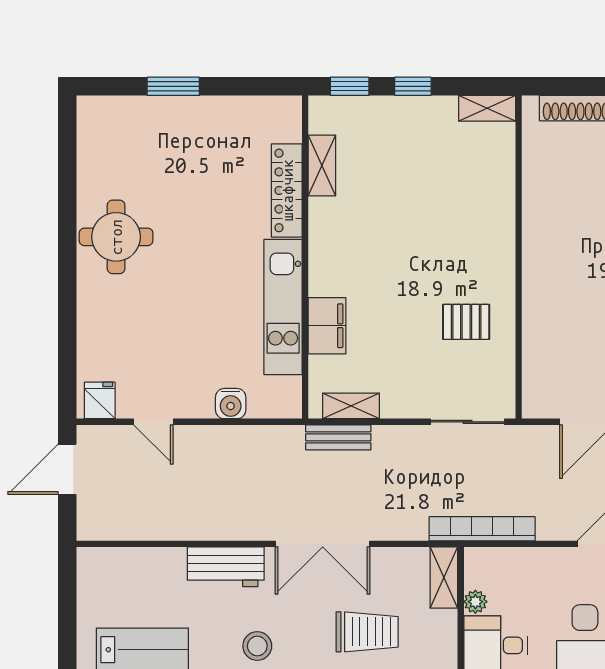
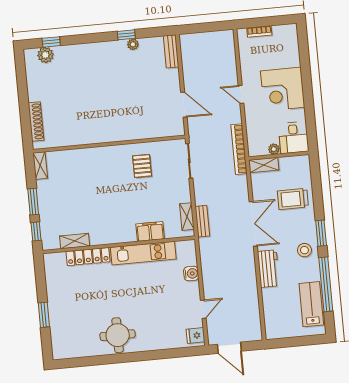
window: (413, 86) -> (33, 202), width x1.50
trolley: (367, 632) -> (293, 199), turned -90

